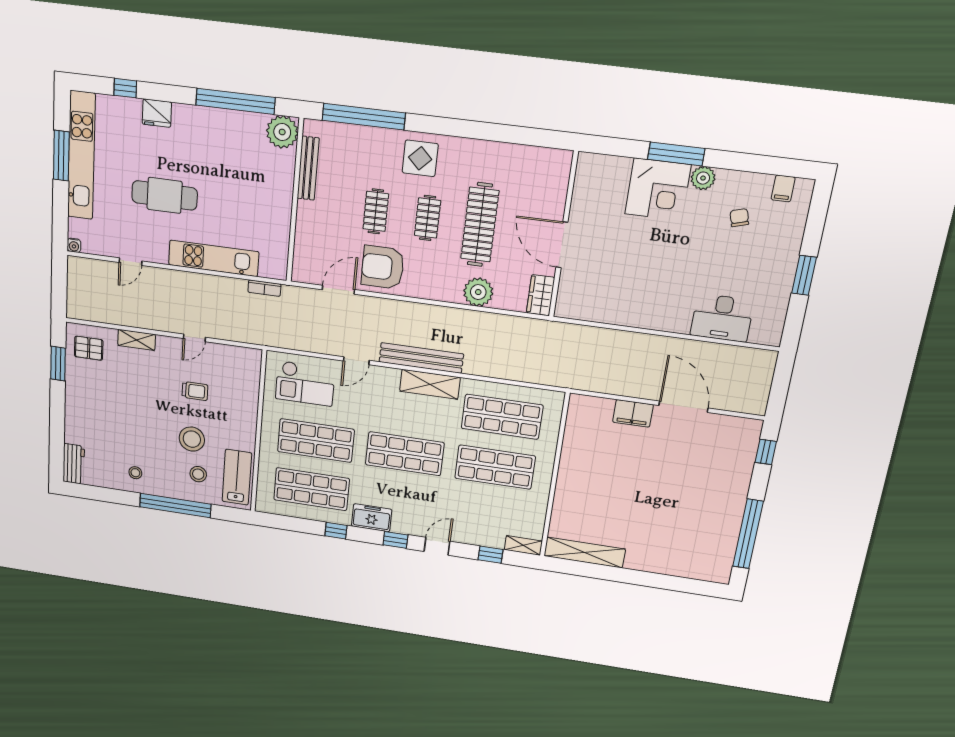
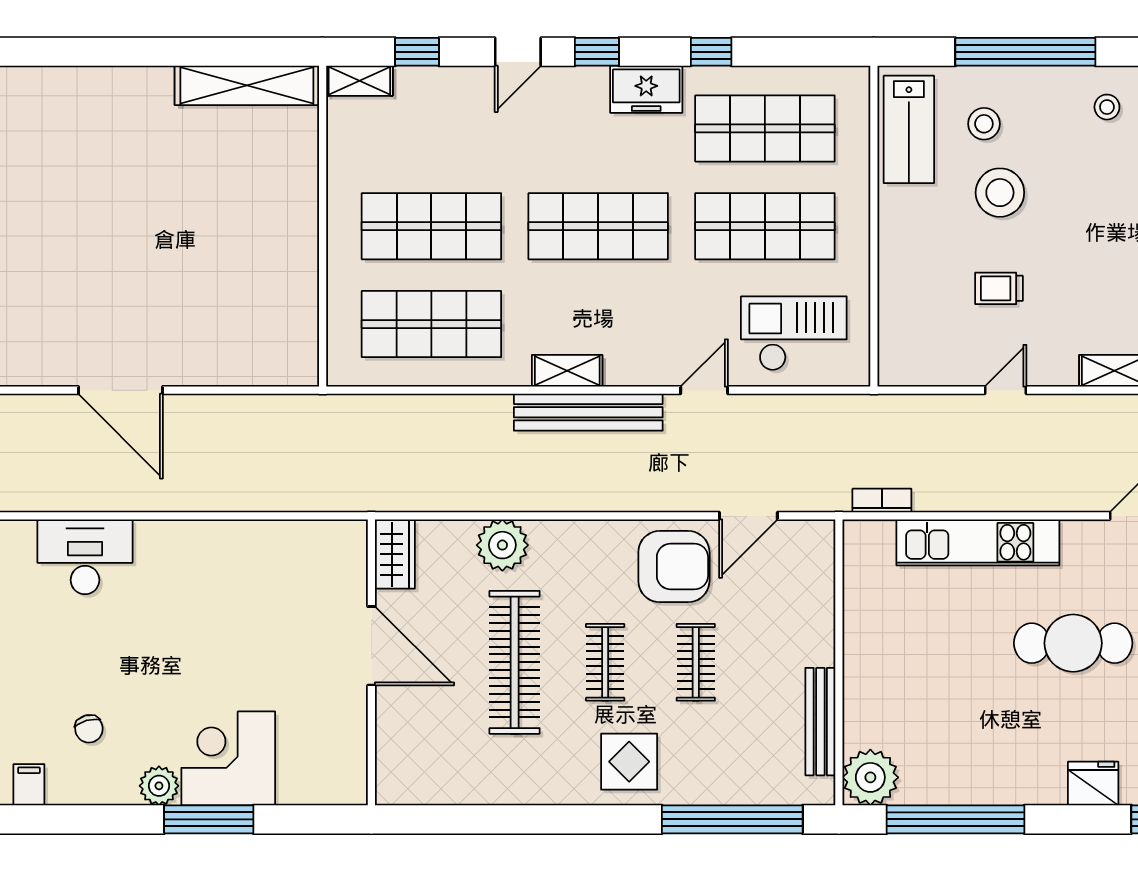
shelving: (430, 384) -> (567, 371), width x0.67, depth x0.75
filing cabinet: (633, 413) -> (204, 365), removed

